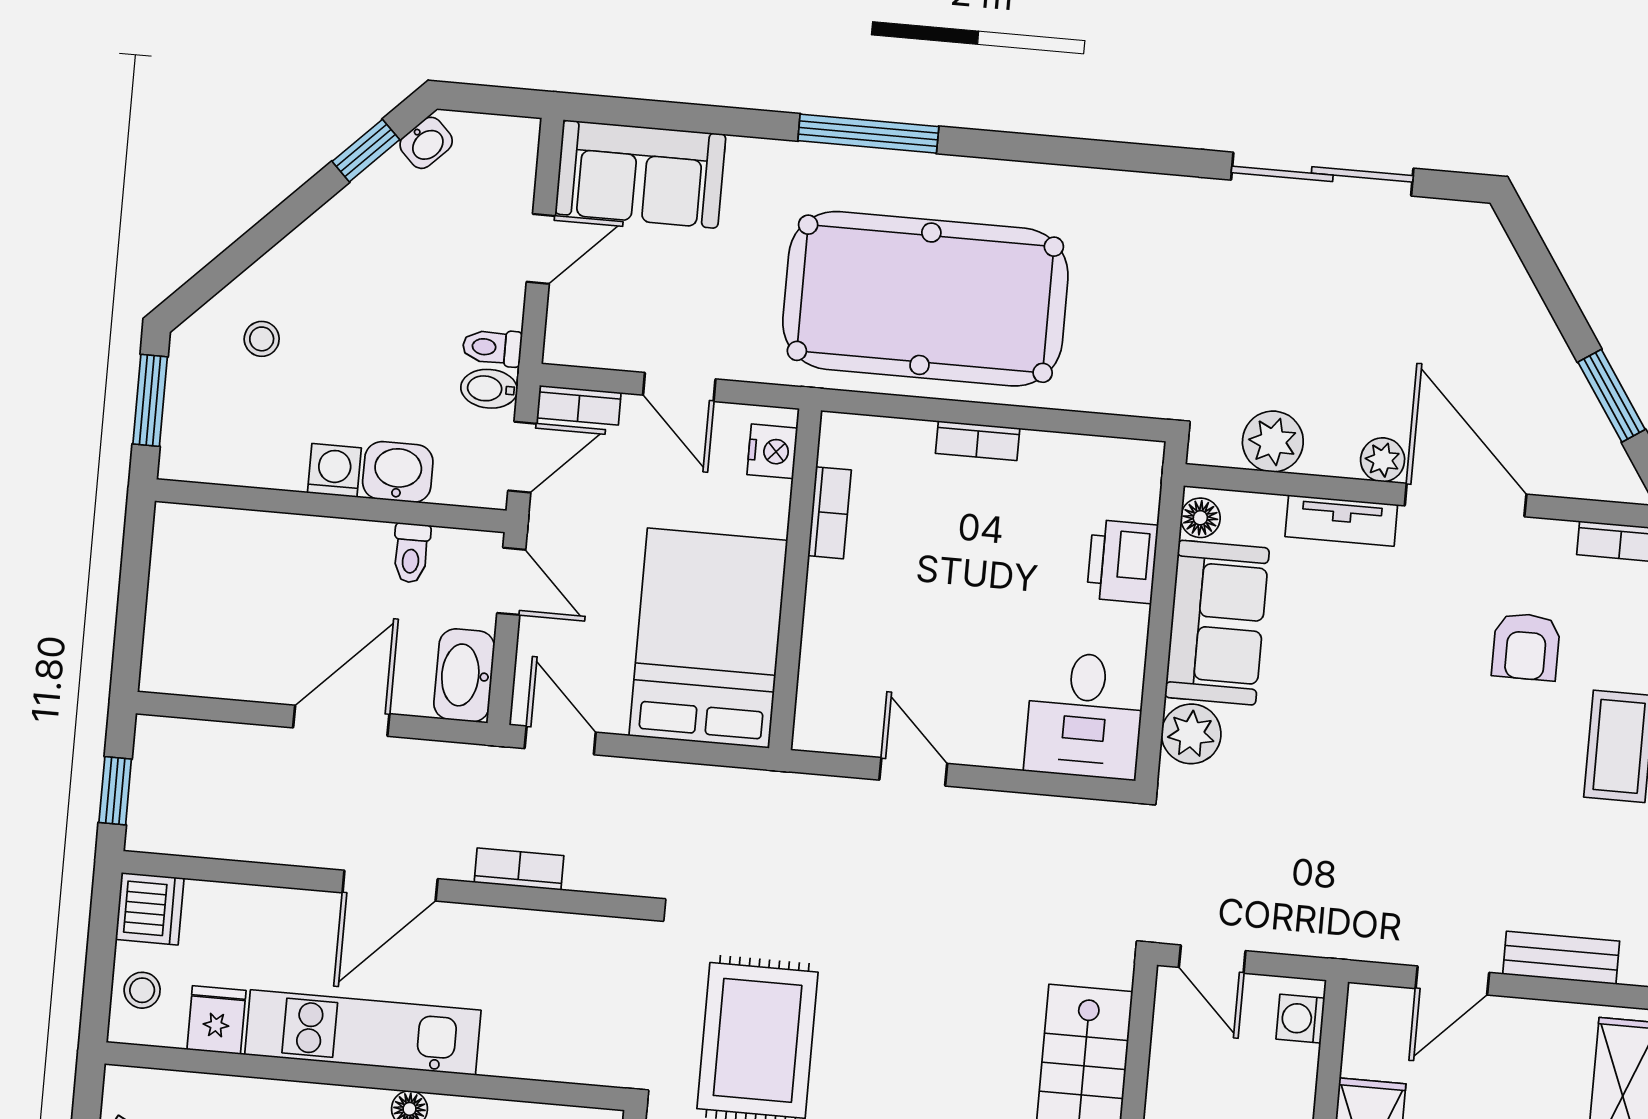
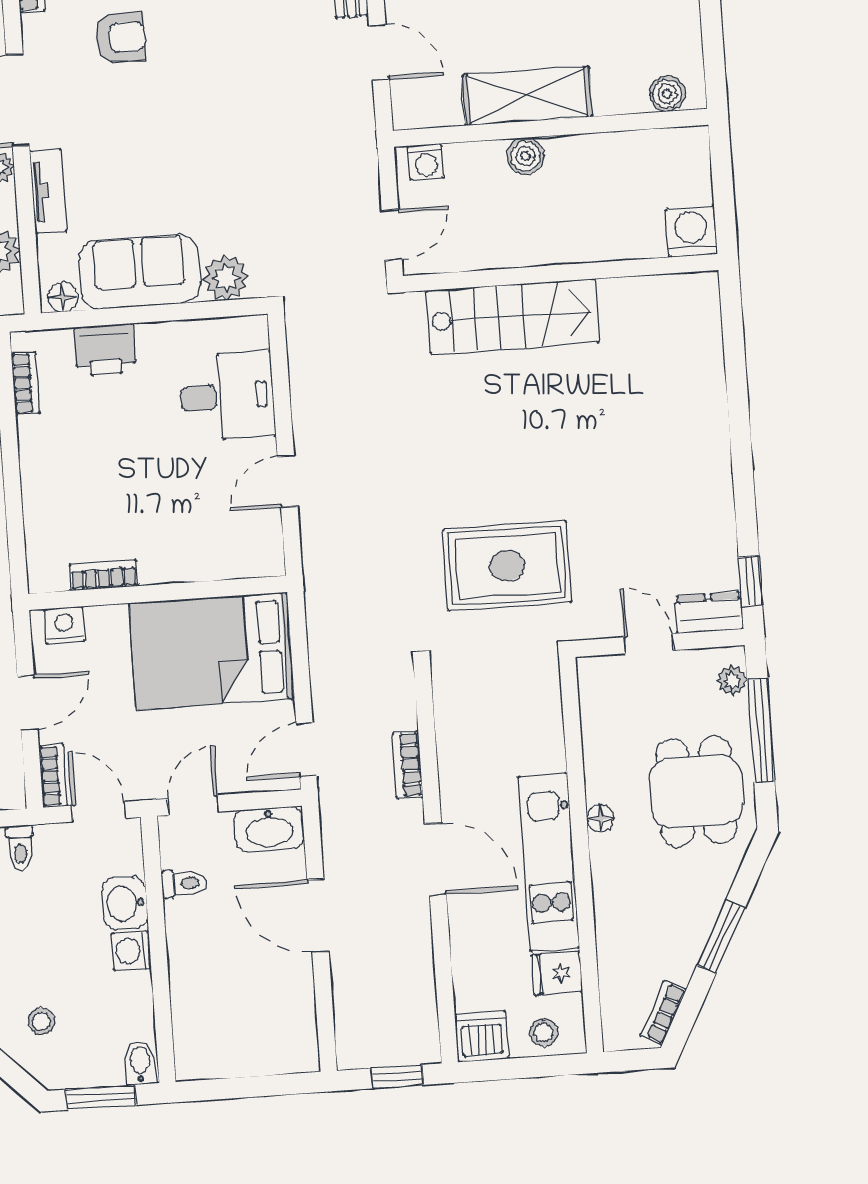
bidet: (489, 389) -> (140, 1063), moved, turned 180
bookcase: (978, 441) -> (26, 383), moved
desk: (1085, 715) -> (227, 396), moved

